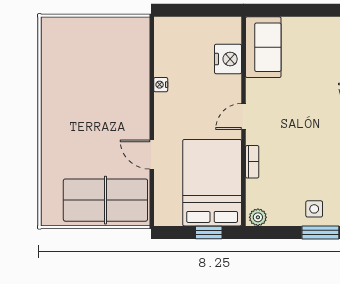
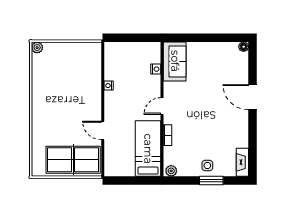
plant: (49, 26) -> (37, 48), added
nightstand: (228, 59) -> (156, 69), width x0.53, depth x0.56
bed: (212, 183) -> (148, 149), width x0.67
window: (209, 232) -> (140, 181), removed

